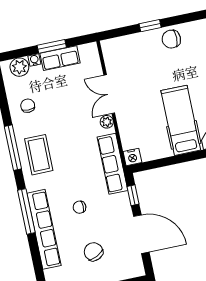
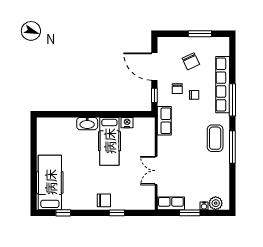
row of seats: (60, 58) -> (171, 203), moved
double door: (109, 94) -> (156, 171), swing flipped
chair: (28, 106) -> (177, 89), moved
plant: (107, 122) -> (162, 151), removed
nightstand: (132, 157) -> (127, 123), moved
row of seats: (112, 164) -> (164, 121), width x0.68

